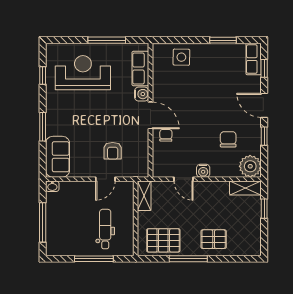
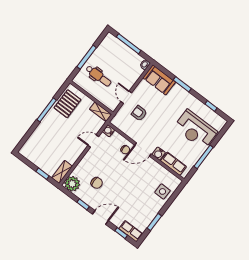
reception desk: (83, 73) -> (195, 130), turned 90
water cooler: (203, 171) -> (108, 131), moved
pallet: (214, 239) -> (47, 132), removed

